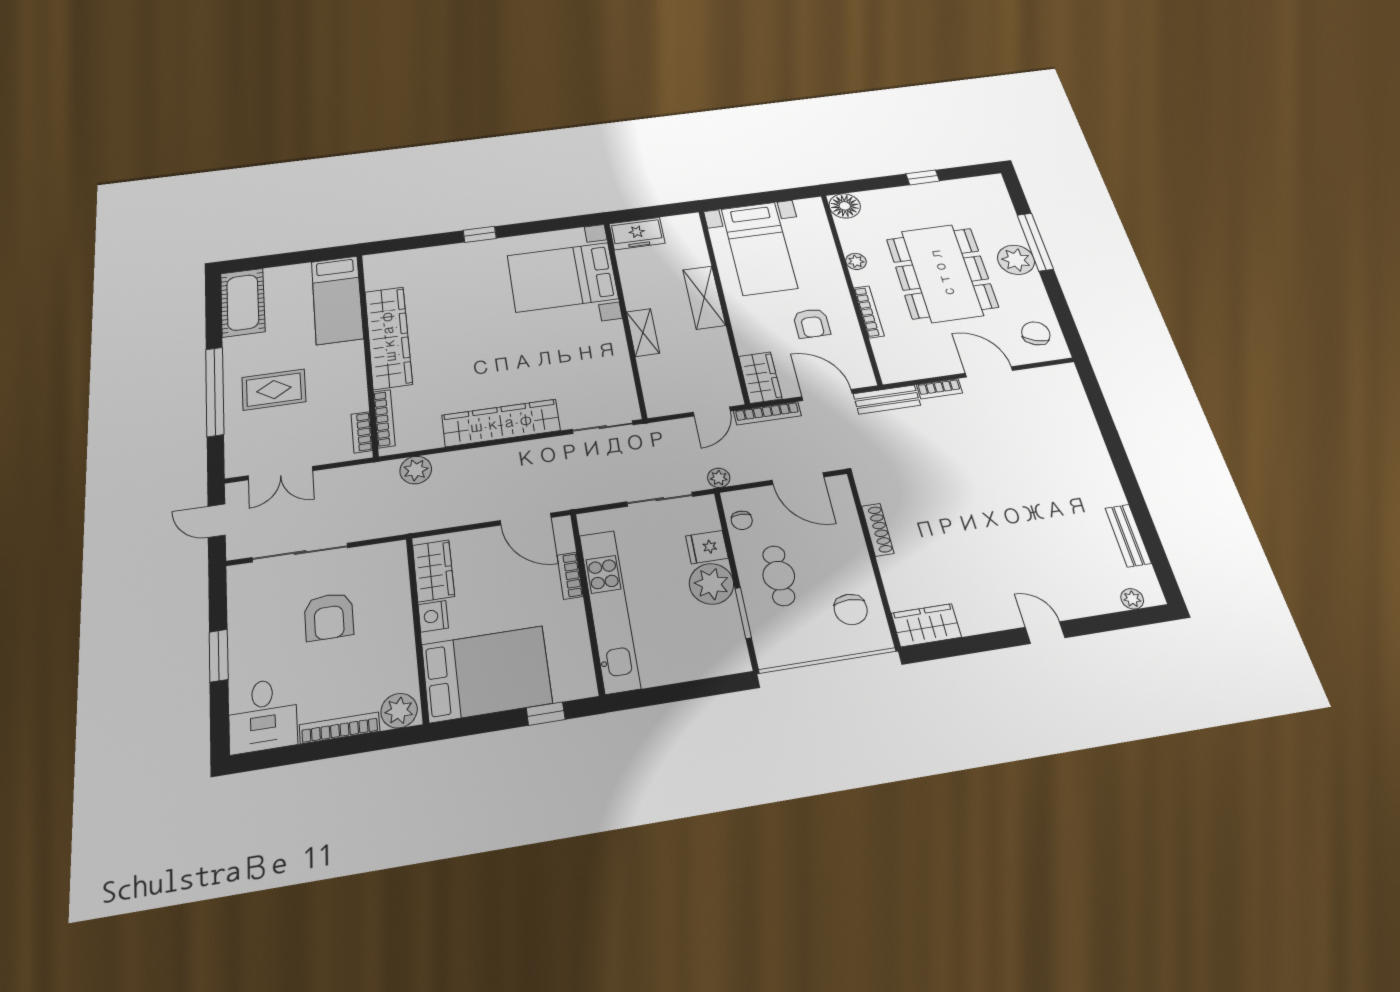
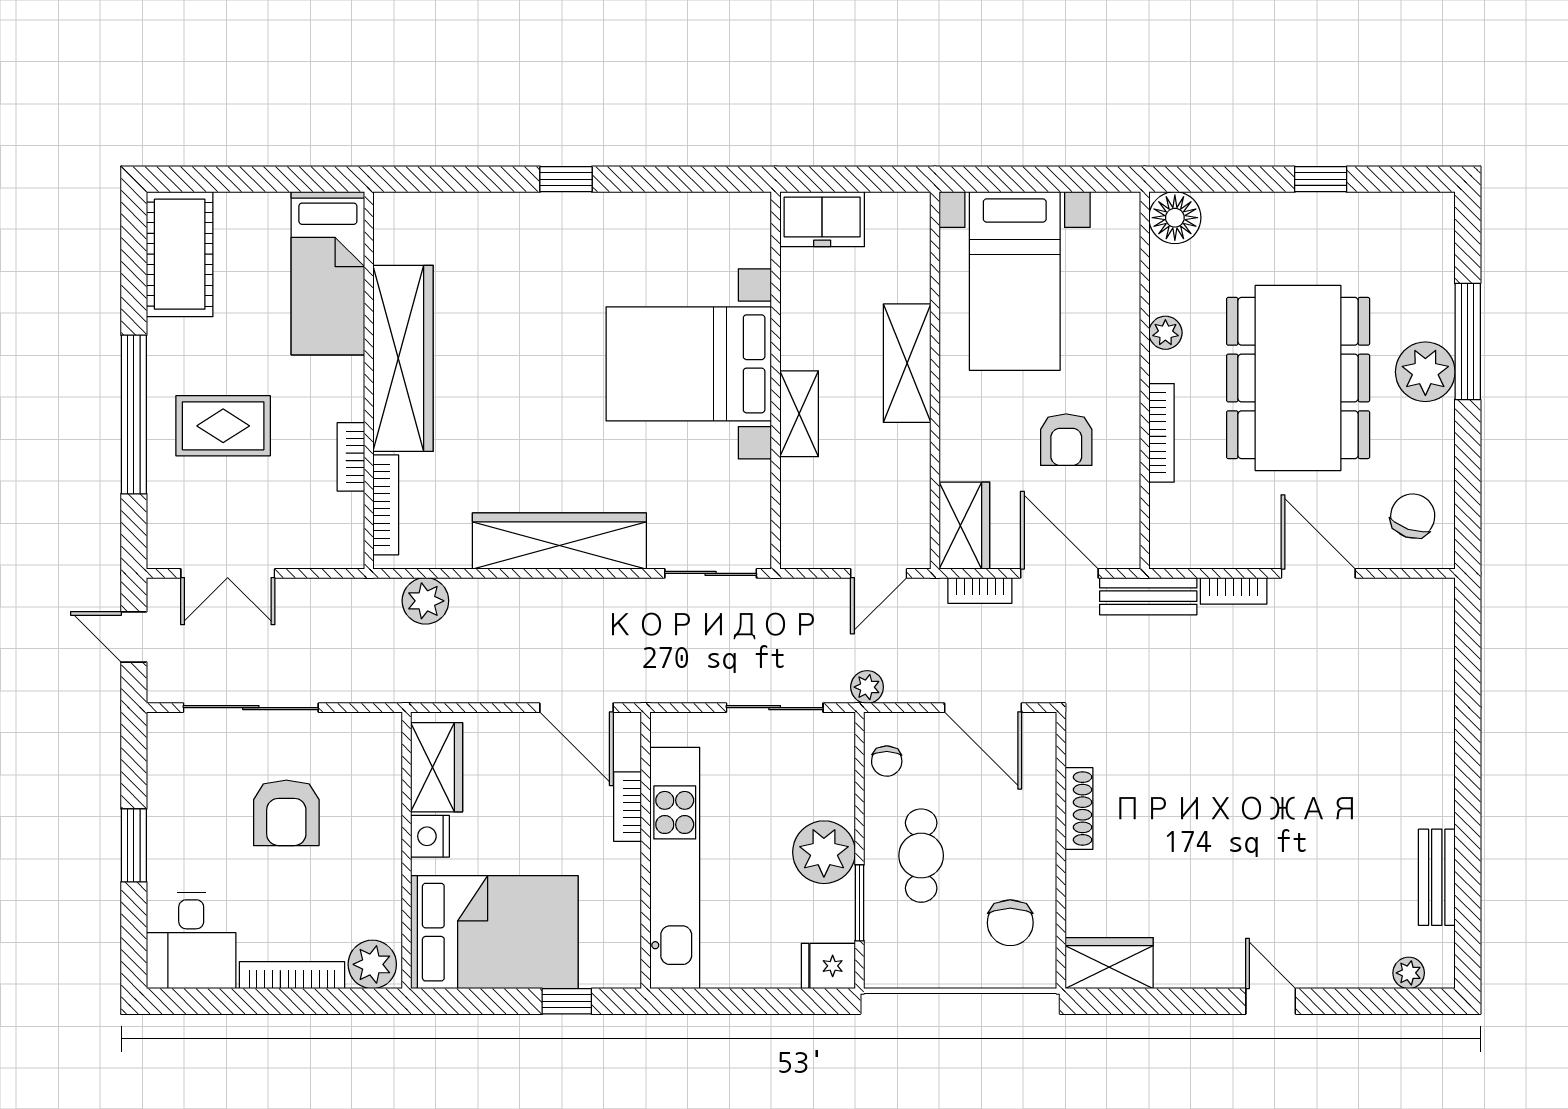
bed with nightstands: (562, 277) -> (689, 364), moved
bookcase: (767, 413) -> (980, 590), width x0.64
bookcase: (362, 432) -> (351, 457), moved
fridge: (707, 547) -> (828, 966), moved

